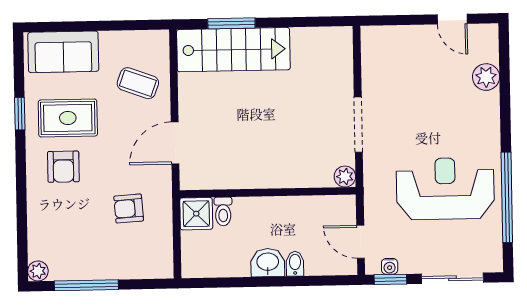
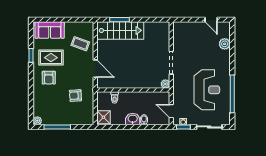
door: (175, 143) -> (95, 69), swing flipped
reception desk: (445, 189) -> (207, 90), turned 90
shower: (196, 214) -> (103, 117), moved

